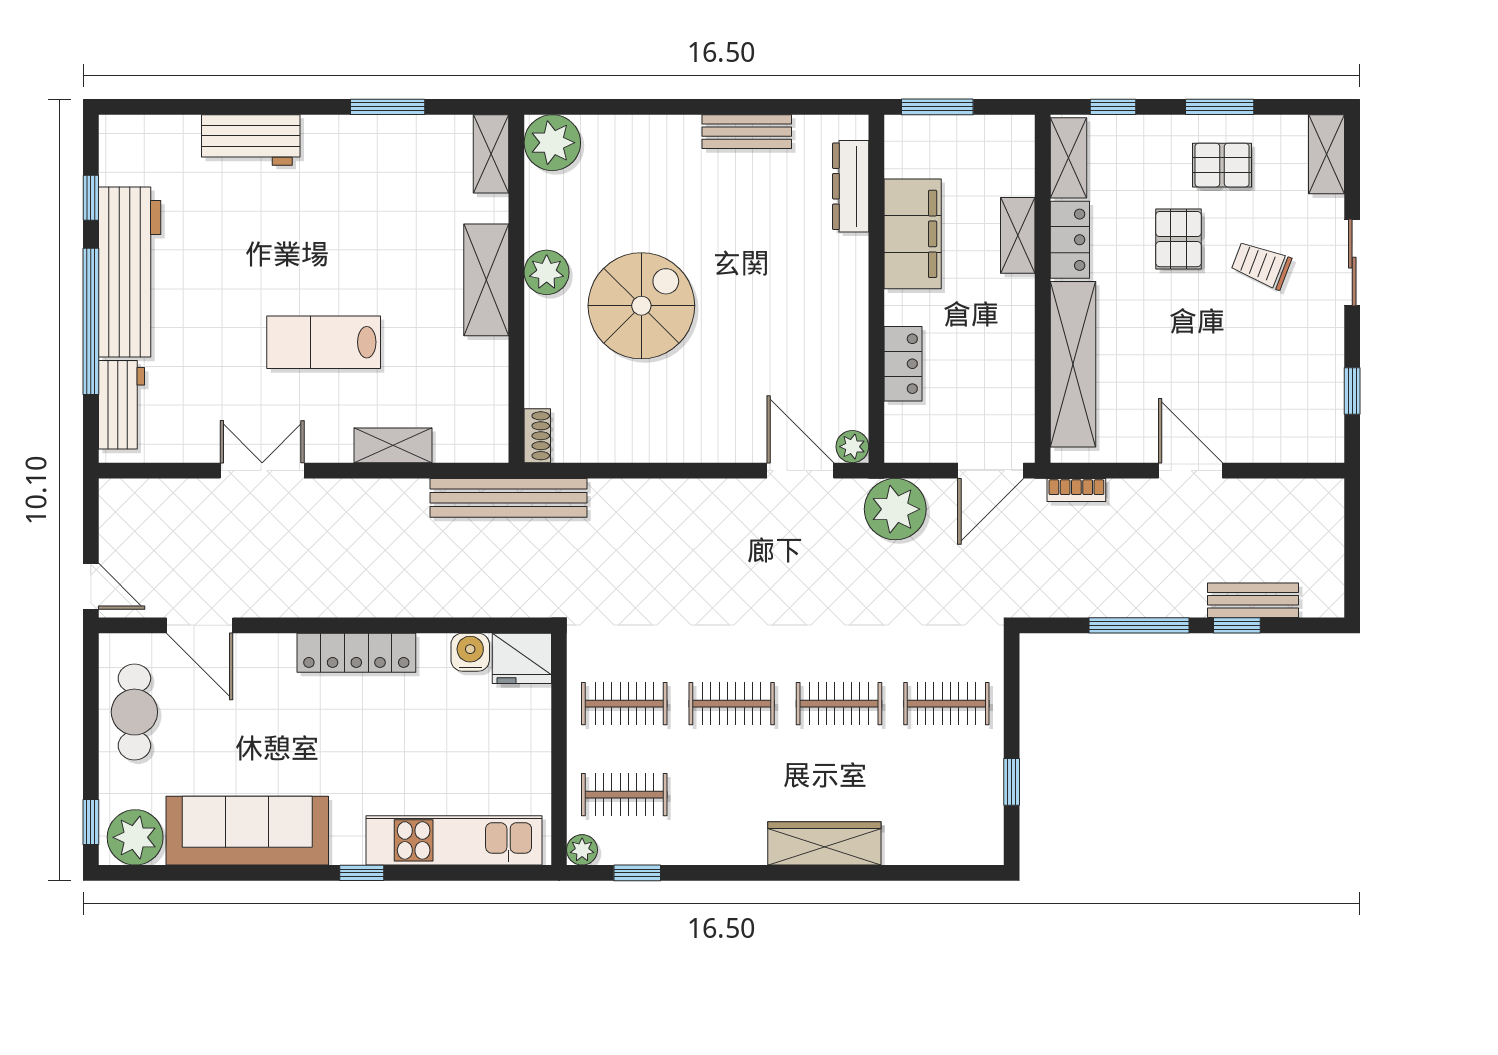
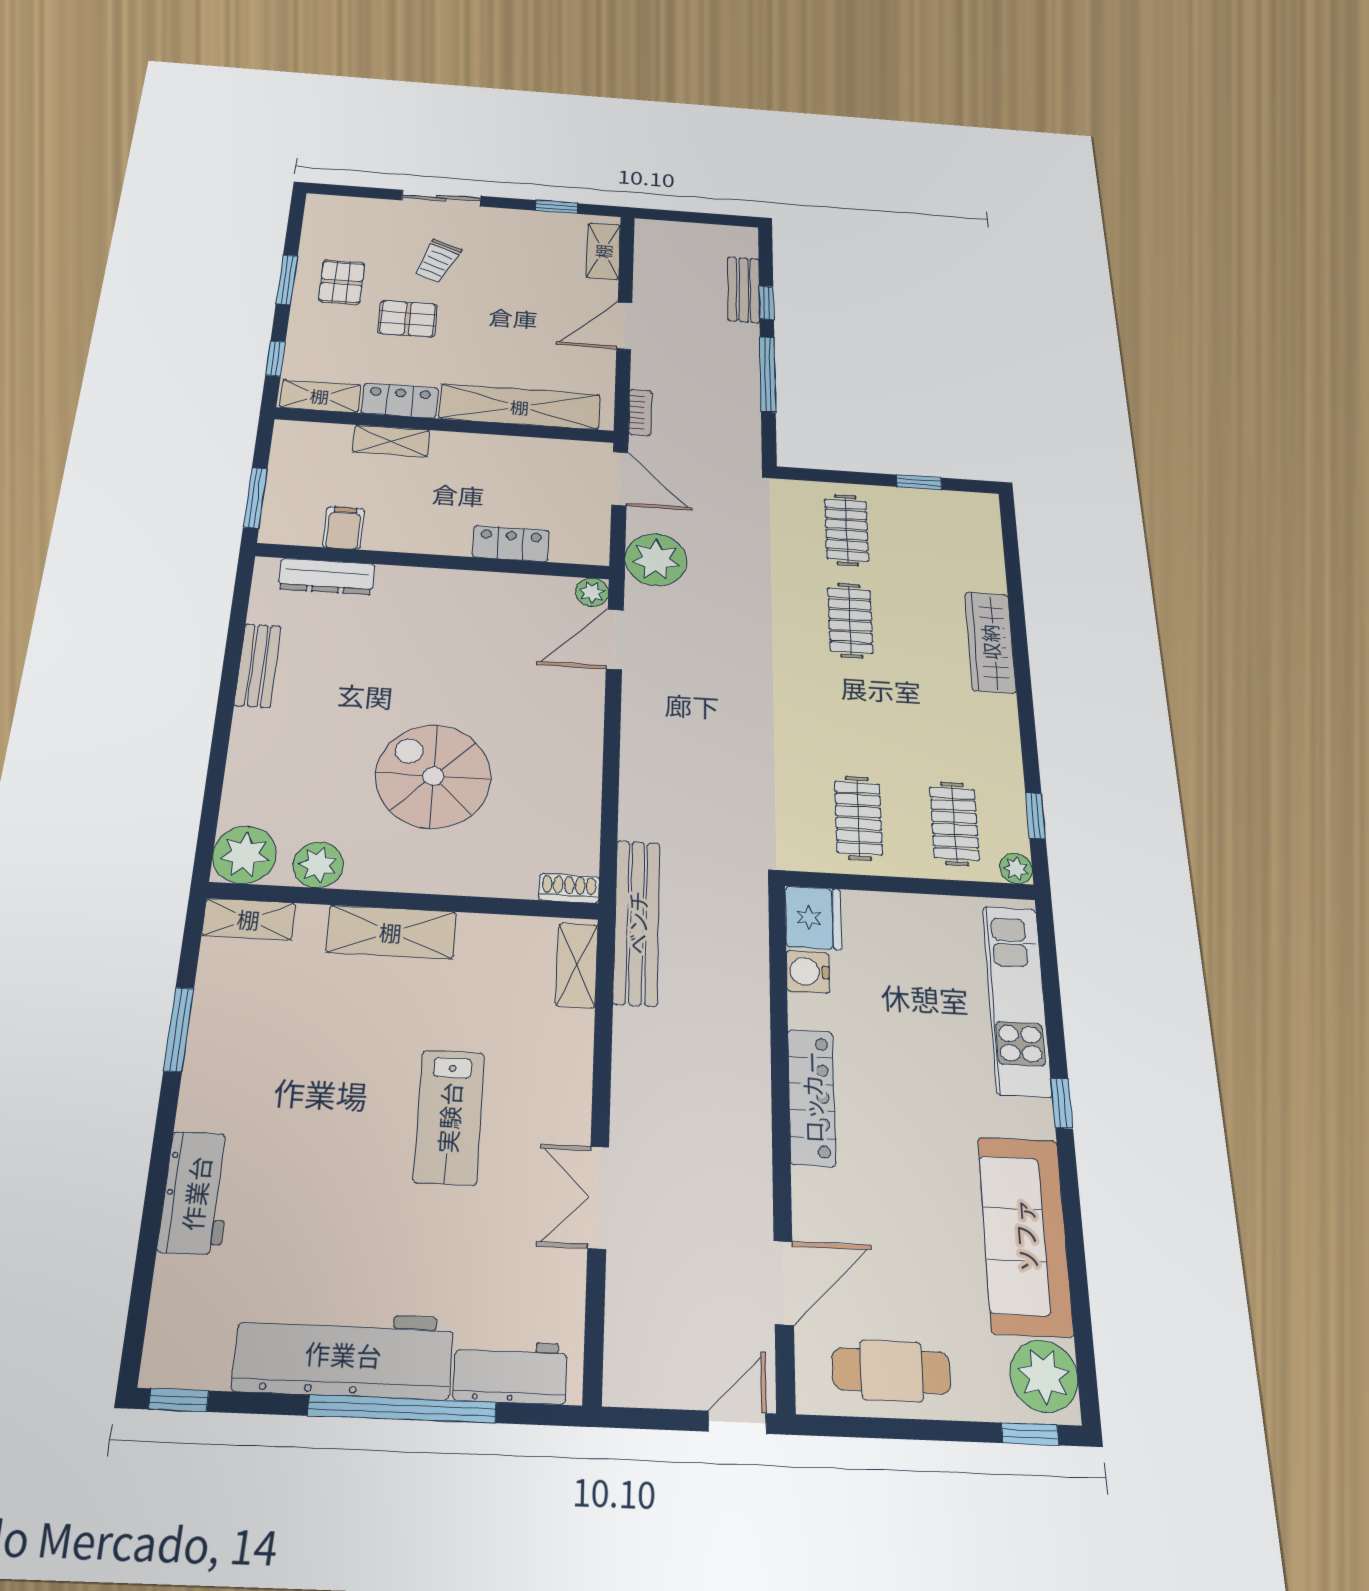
shelving: (1327, 154) -> (603, 251), moved, turned 90
window: (91, 198) -> (179, 1400), moved
filing cabinet: (913, 234) -> (344, 528), width x0.33, depth x0.86
plant: (547, 272) -> (318, 865), moved
shelving: (393, 445) -> (577, 965), moved
clothes rail: (732, 704) -> (854, 716), removed

